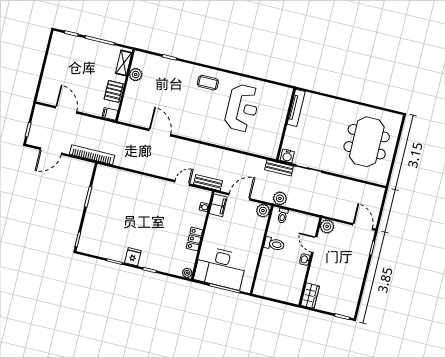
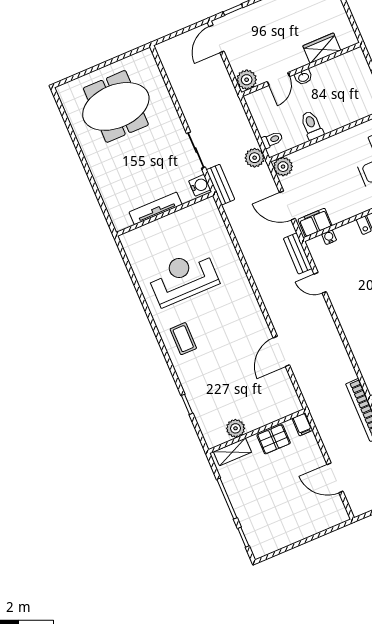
tv unit: (296, 108) -> (155, 208), moved
door: (66, 110) -> (335, 478), hinge flipped
wardrobe: (310, 296) -> (322, 48), moved

